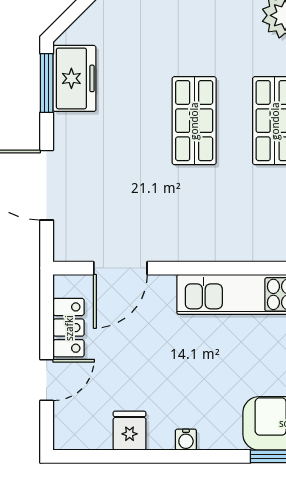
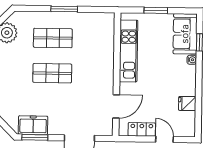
door: (120, 268) -> (116, 106), hinge flipped
water cooler: (186, 440) -> (192, 60), moved

